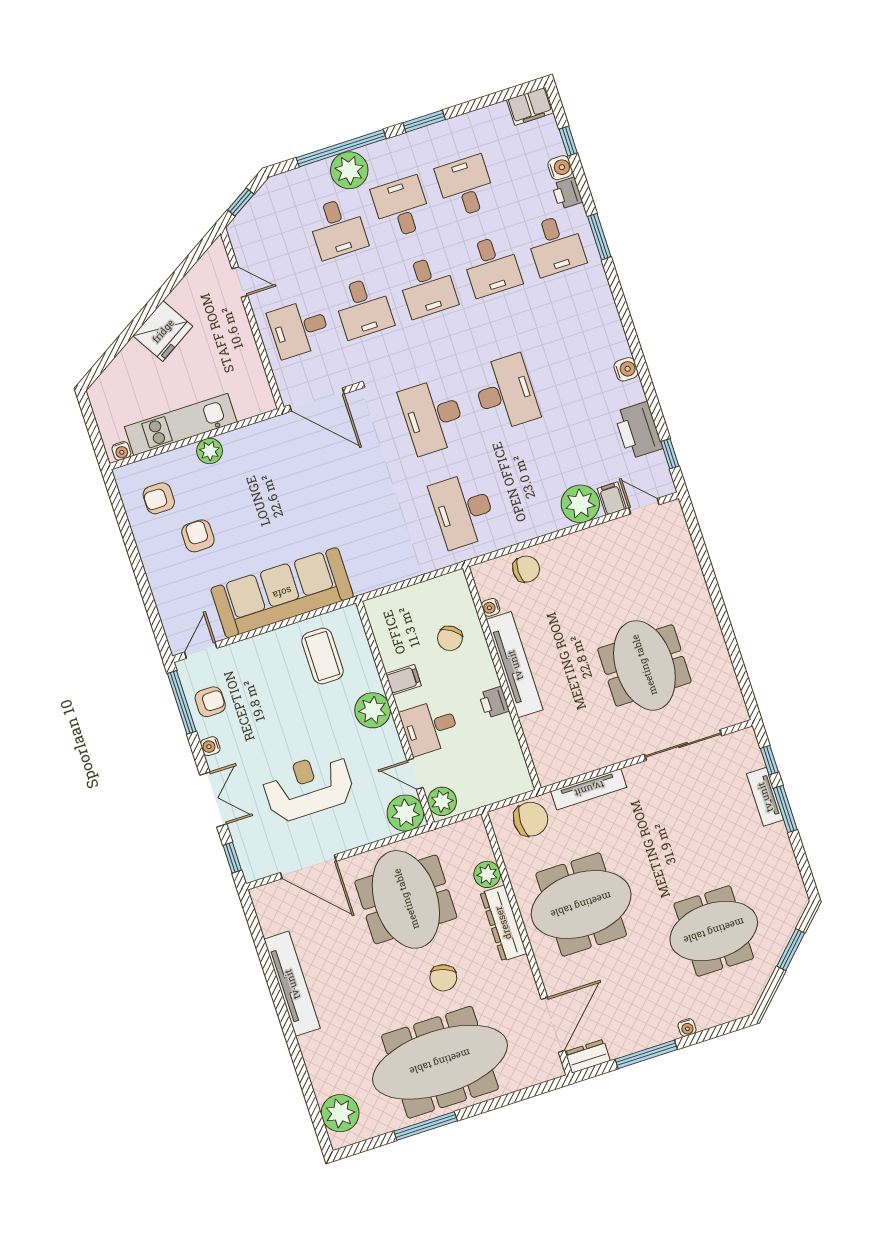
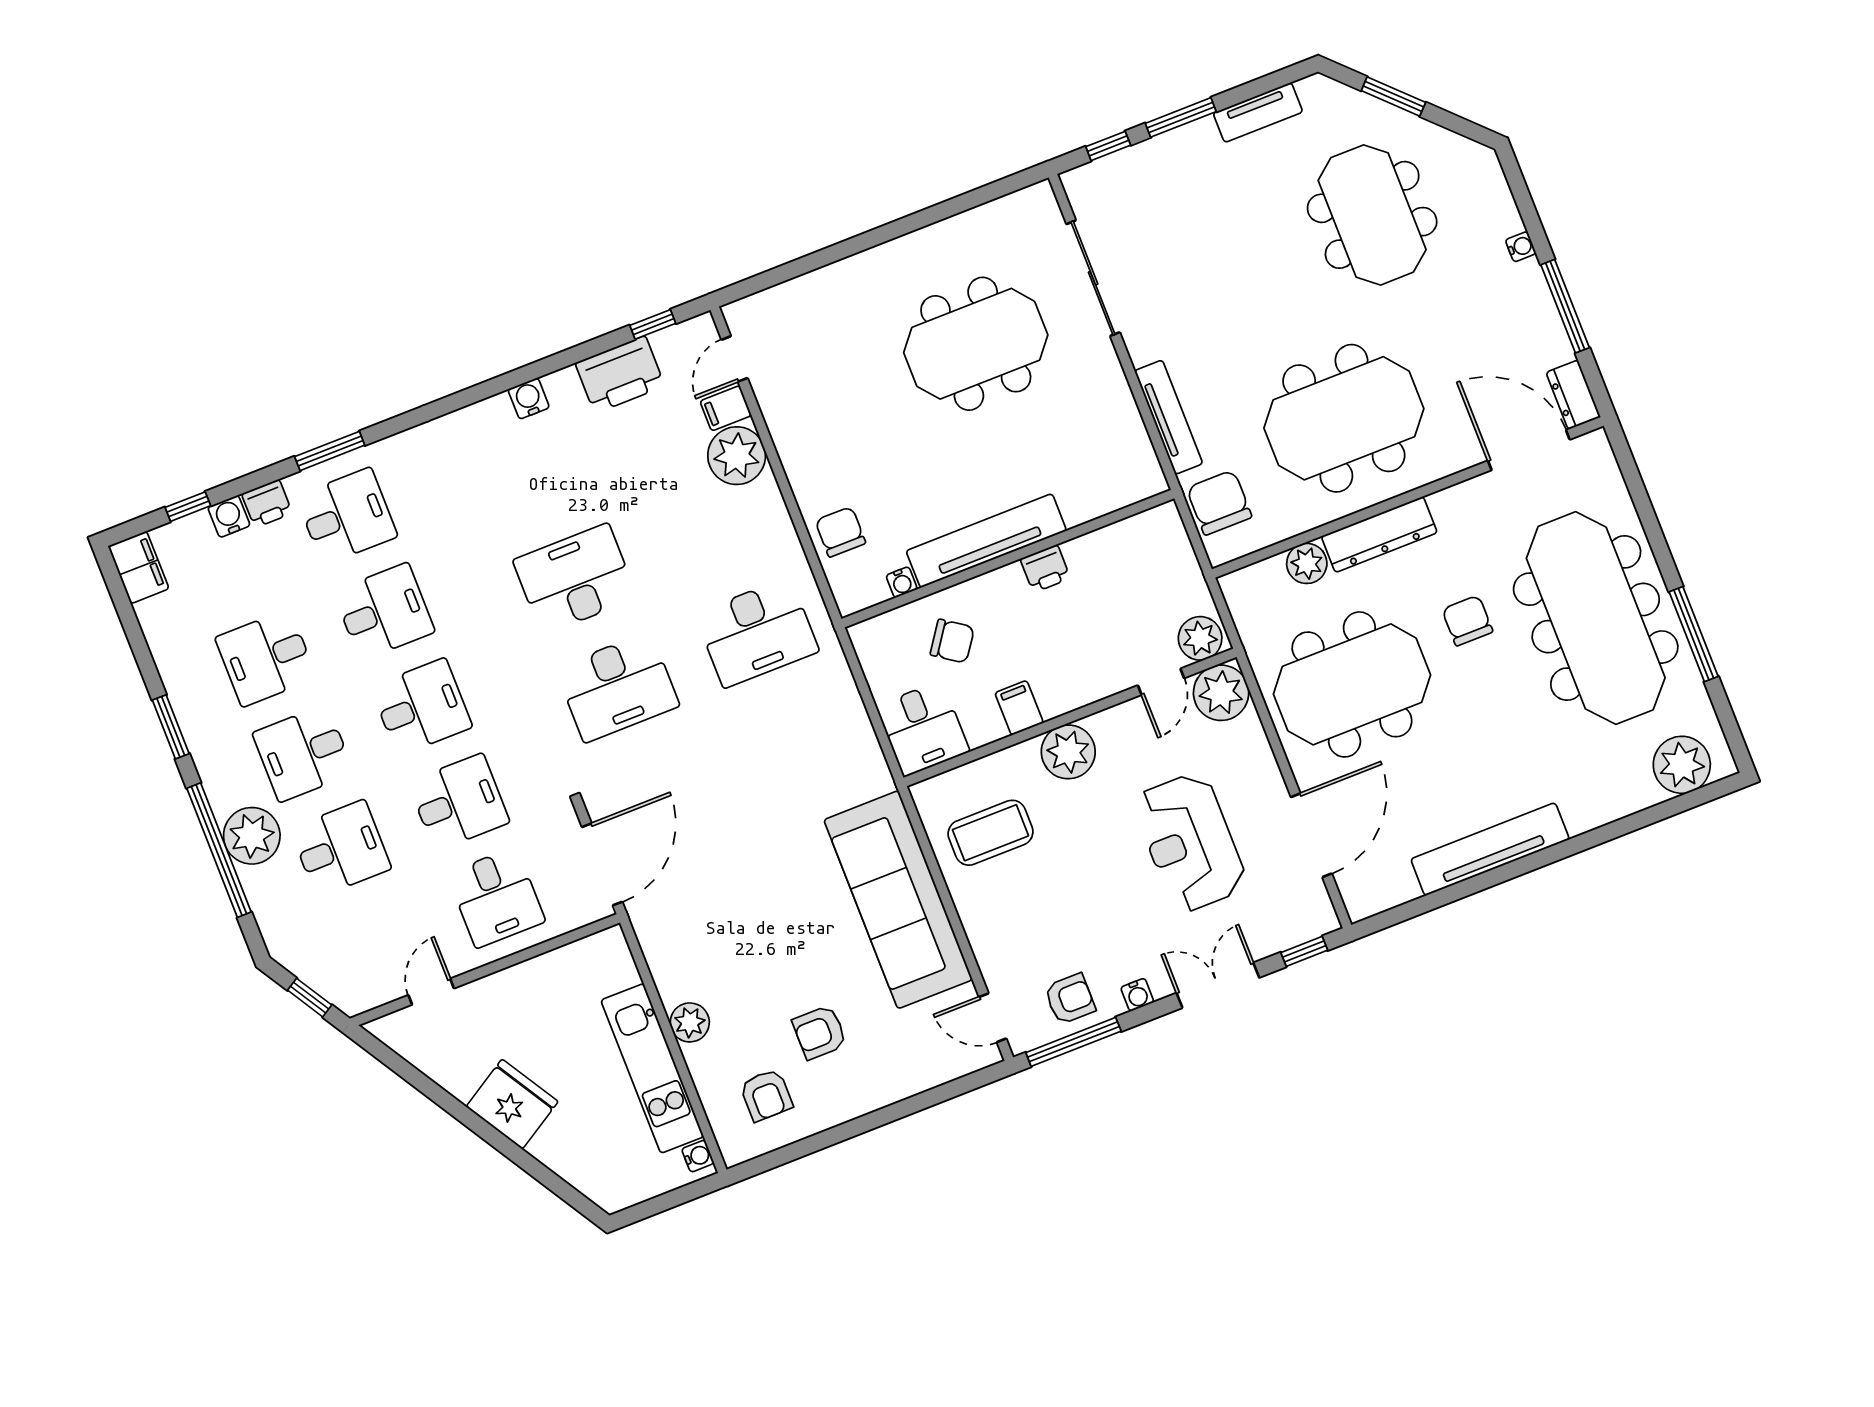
armchair: (210, 702) -> (1070, 999), turned 90
desk: (430, 727) -> (923, 729), moved
tv unit: (765, 797) -> (1258, 112), moved
meeting table: (581, 905) -> (1344, 418), turned 90
chair: (443, 978) -> (1467, 621), turned -110

